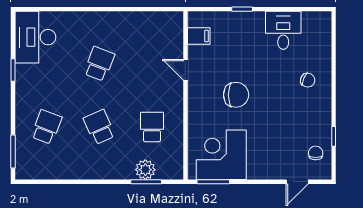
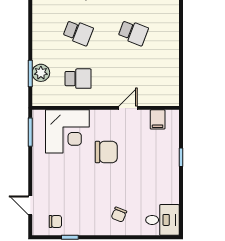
desk: (283, 30) -> (162, 220), moved
chair: (236, 95) -> (106, 152), turned -90
school desk: (99, 127) -> (78, 33), turned 45
corner desk: (221, 155) -> (67, 131), moved, turned 90

